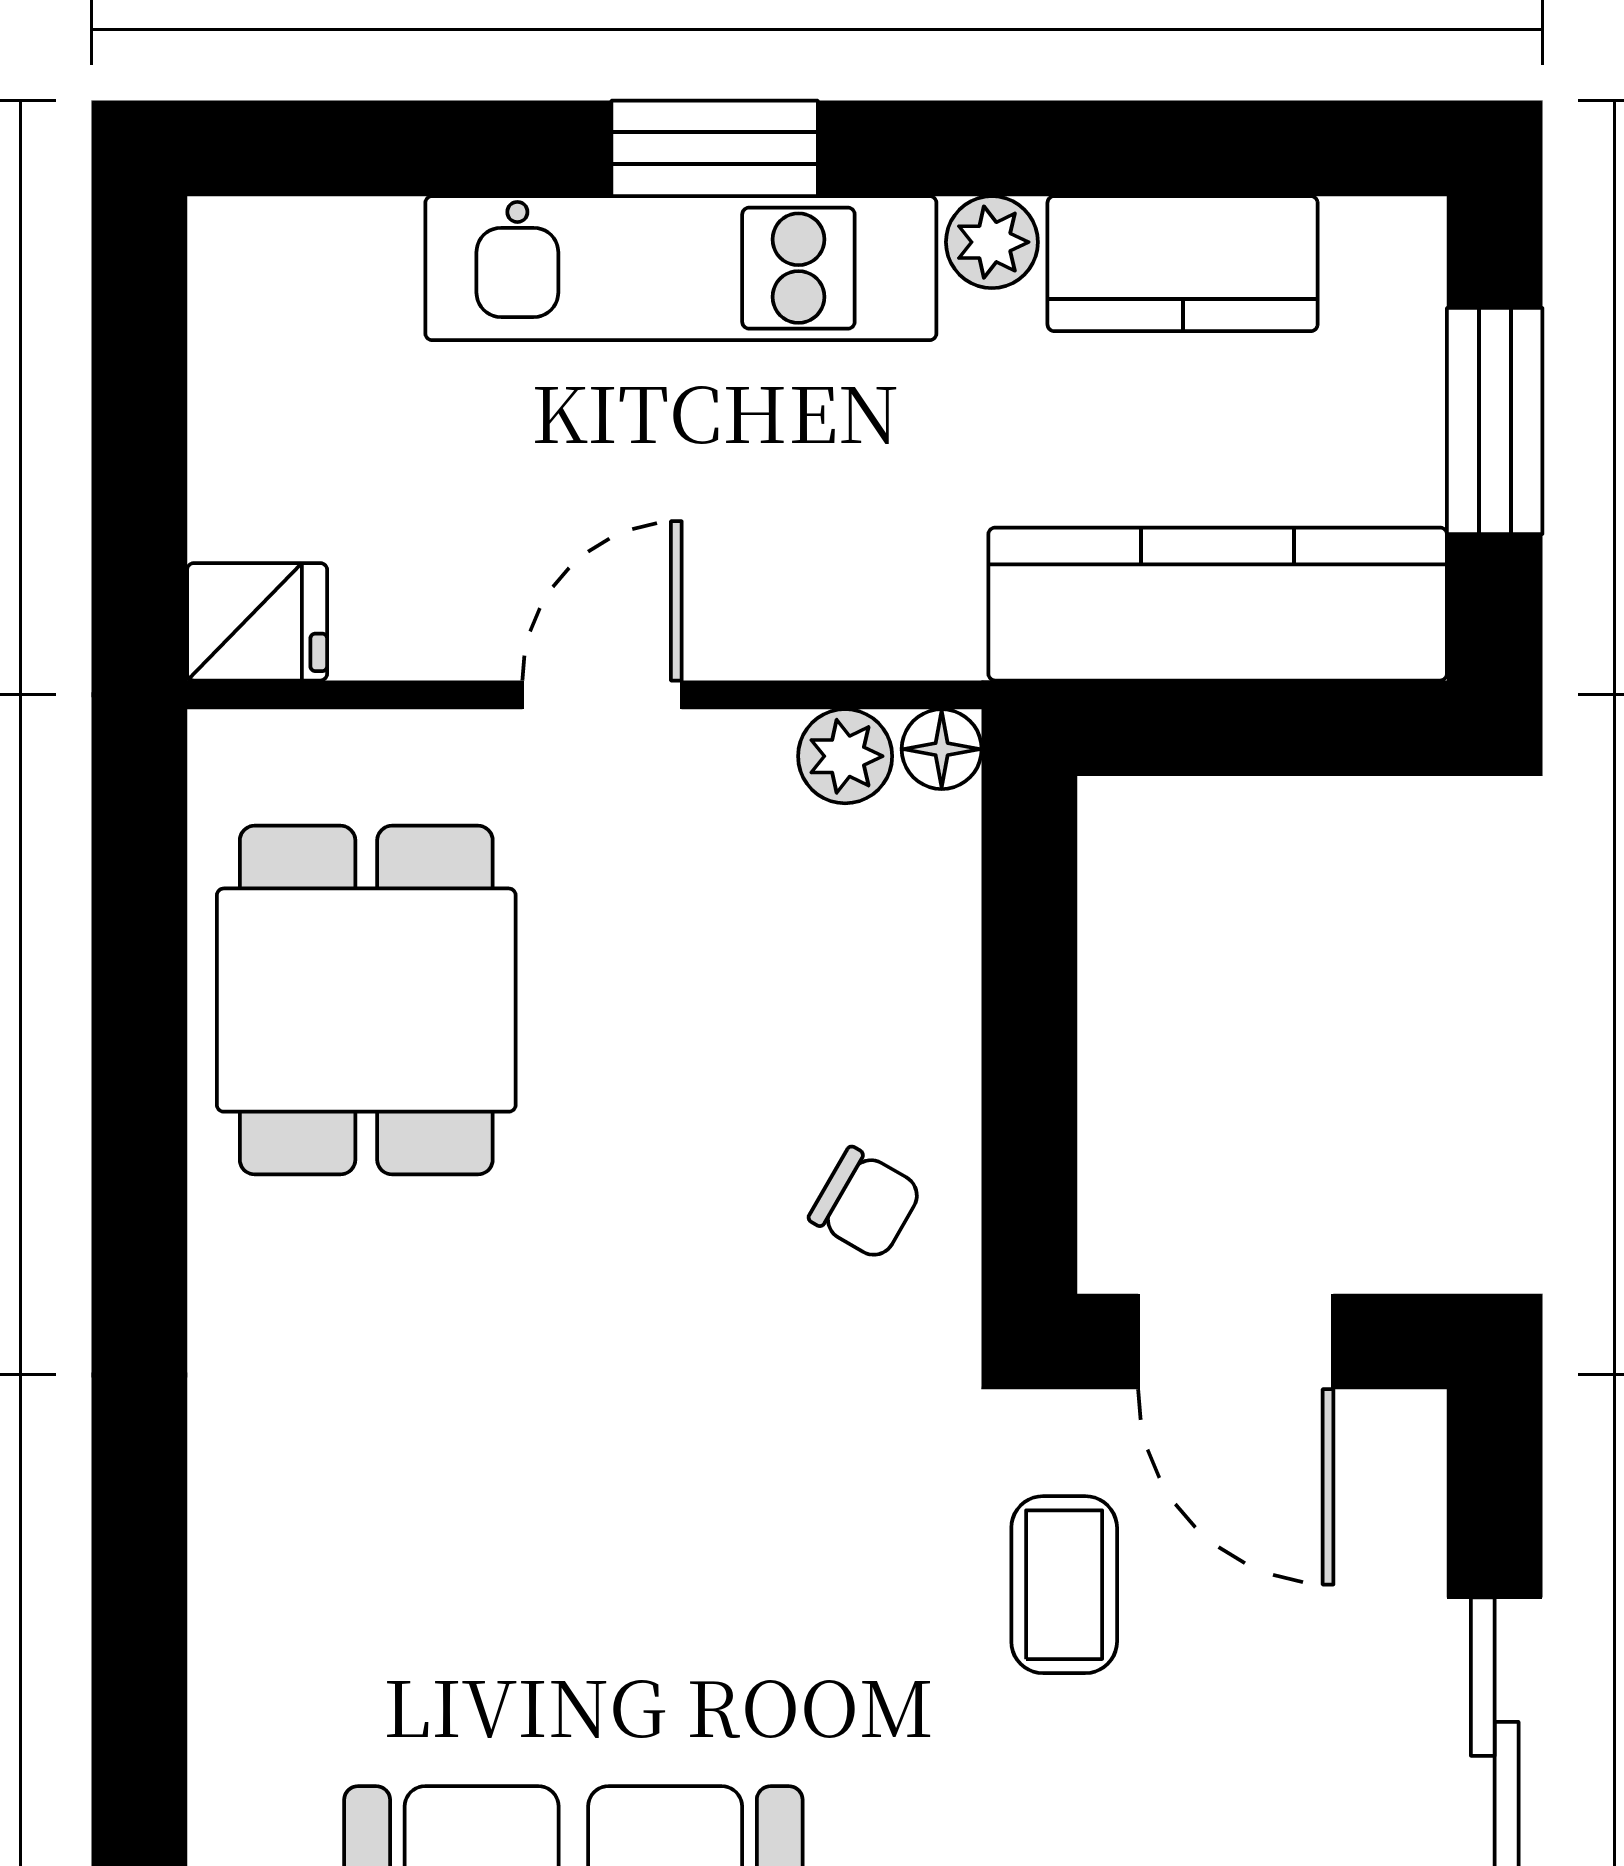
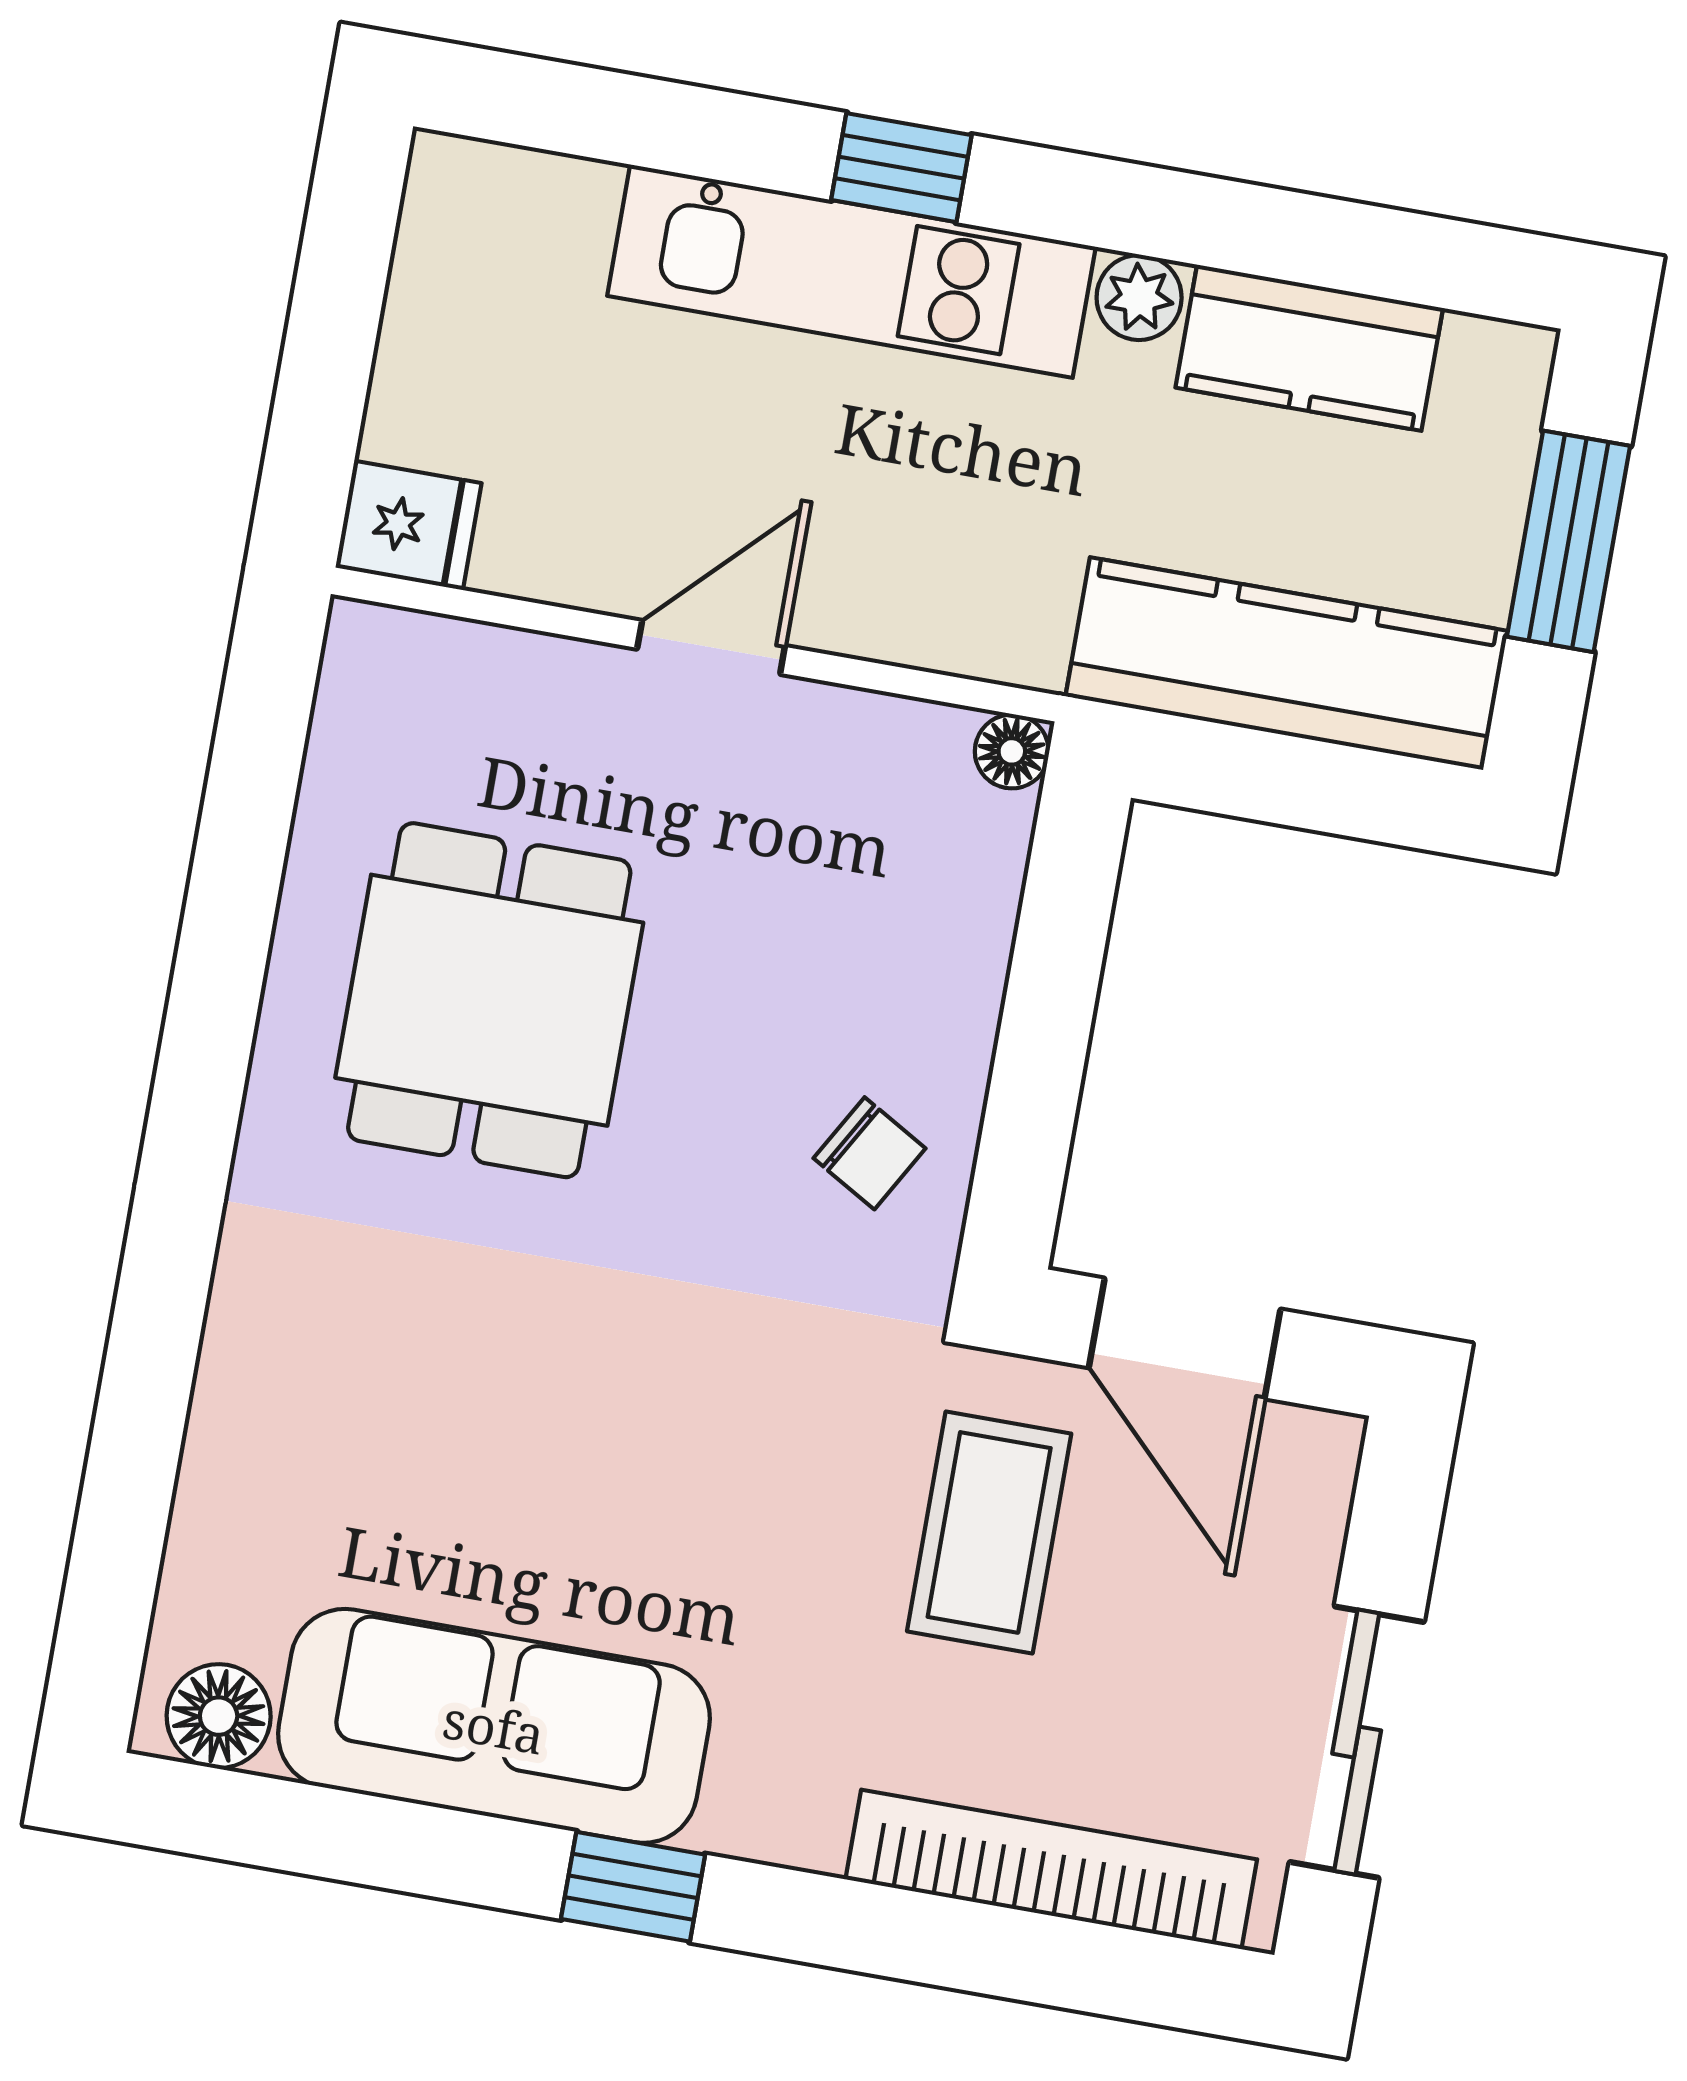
window: (715, 148) -> (901, 168), width x0.67
plant: (845, 756) -> (923, 742), removed
dining table: (366, 1000) -> (489, 1000), moved
coffee table: (1064, 1585) -> (989, 1532), width x1.36, depth x1.30

